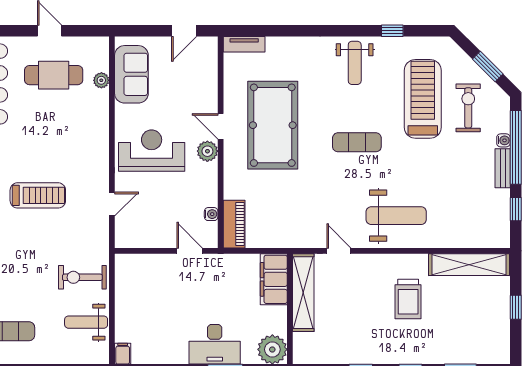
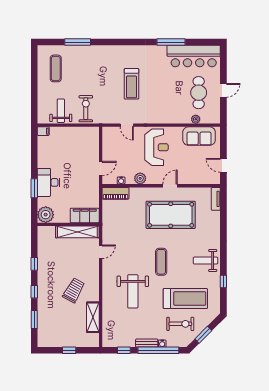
plant: (207, 151) -> (140, 178), moved
weight bench: (396, 216) -> (133, 291), moved
shelving: (469, 265) -> (93, 317), width x0.68
trolley: (408, 299) -> (74, 290), turned 119

